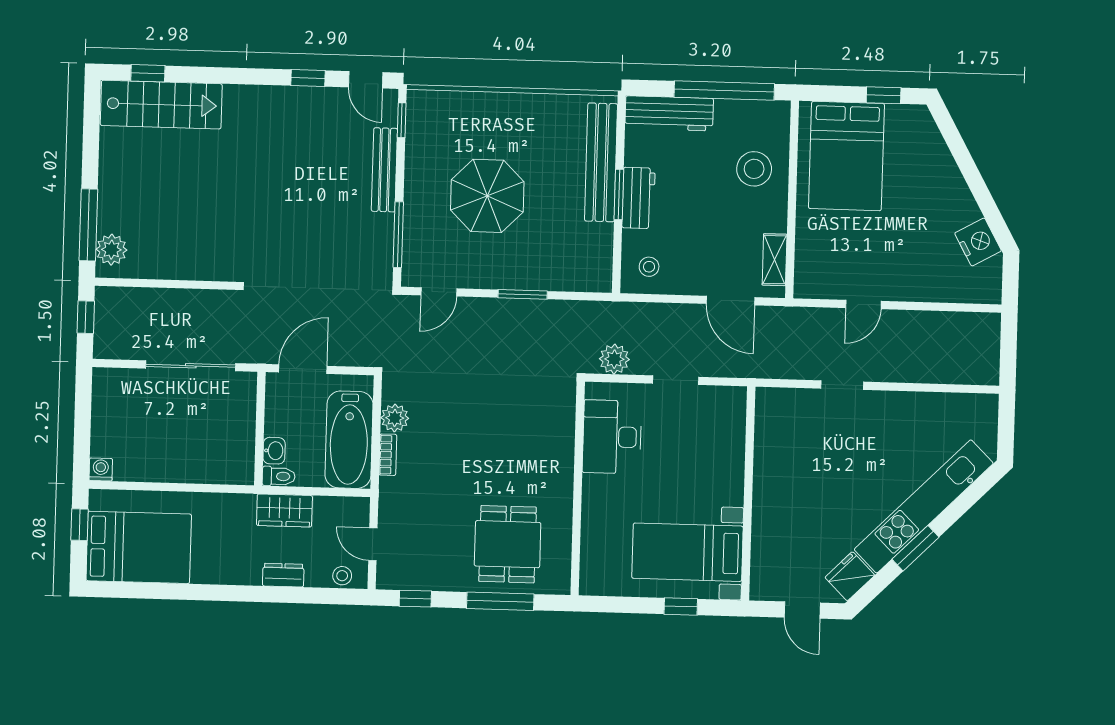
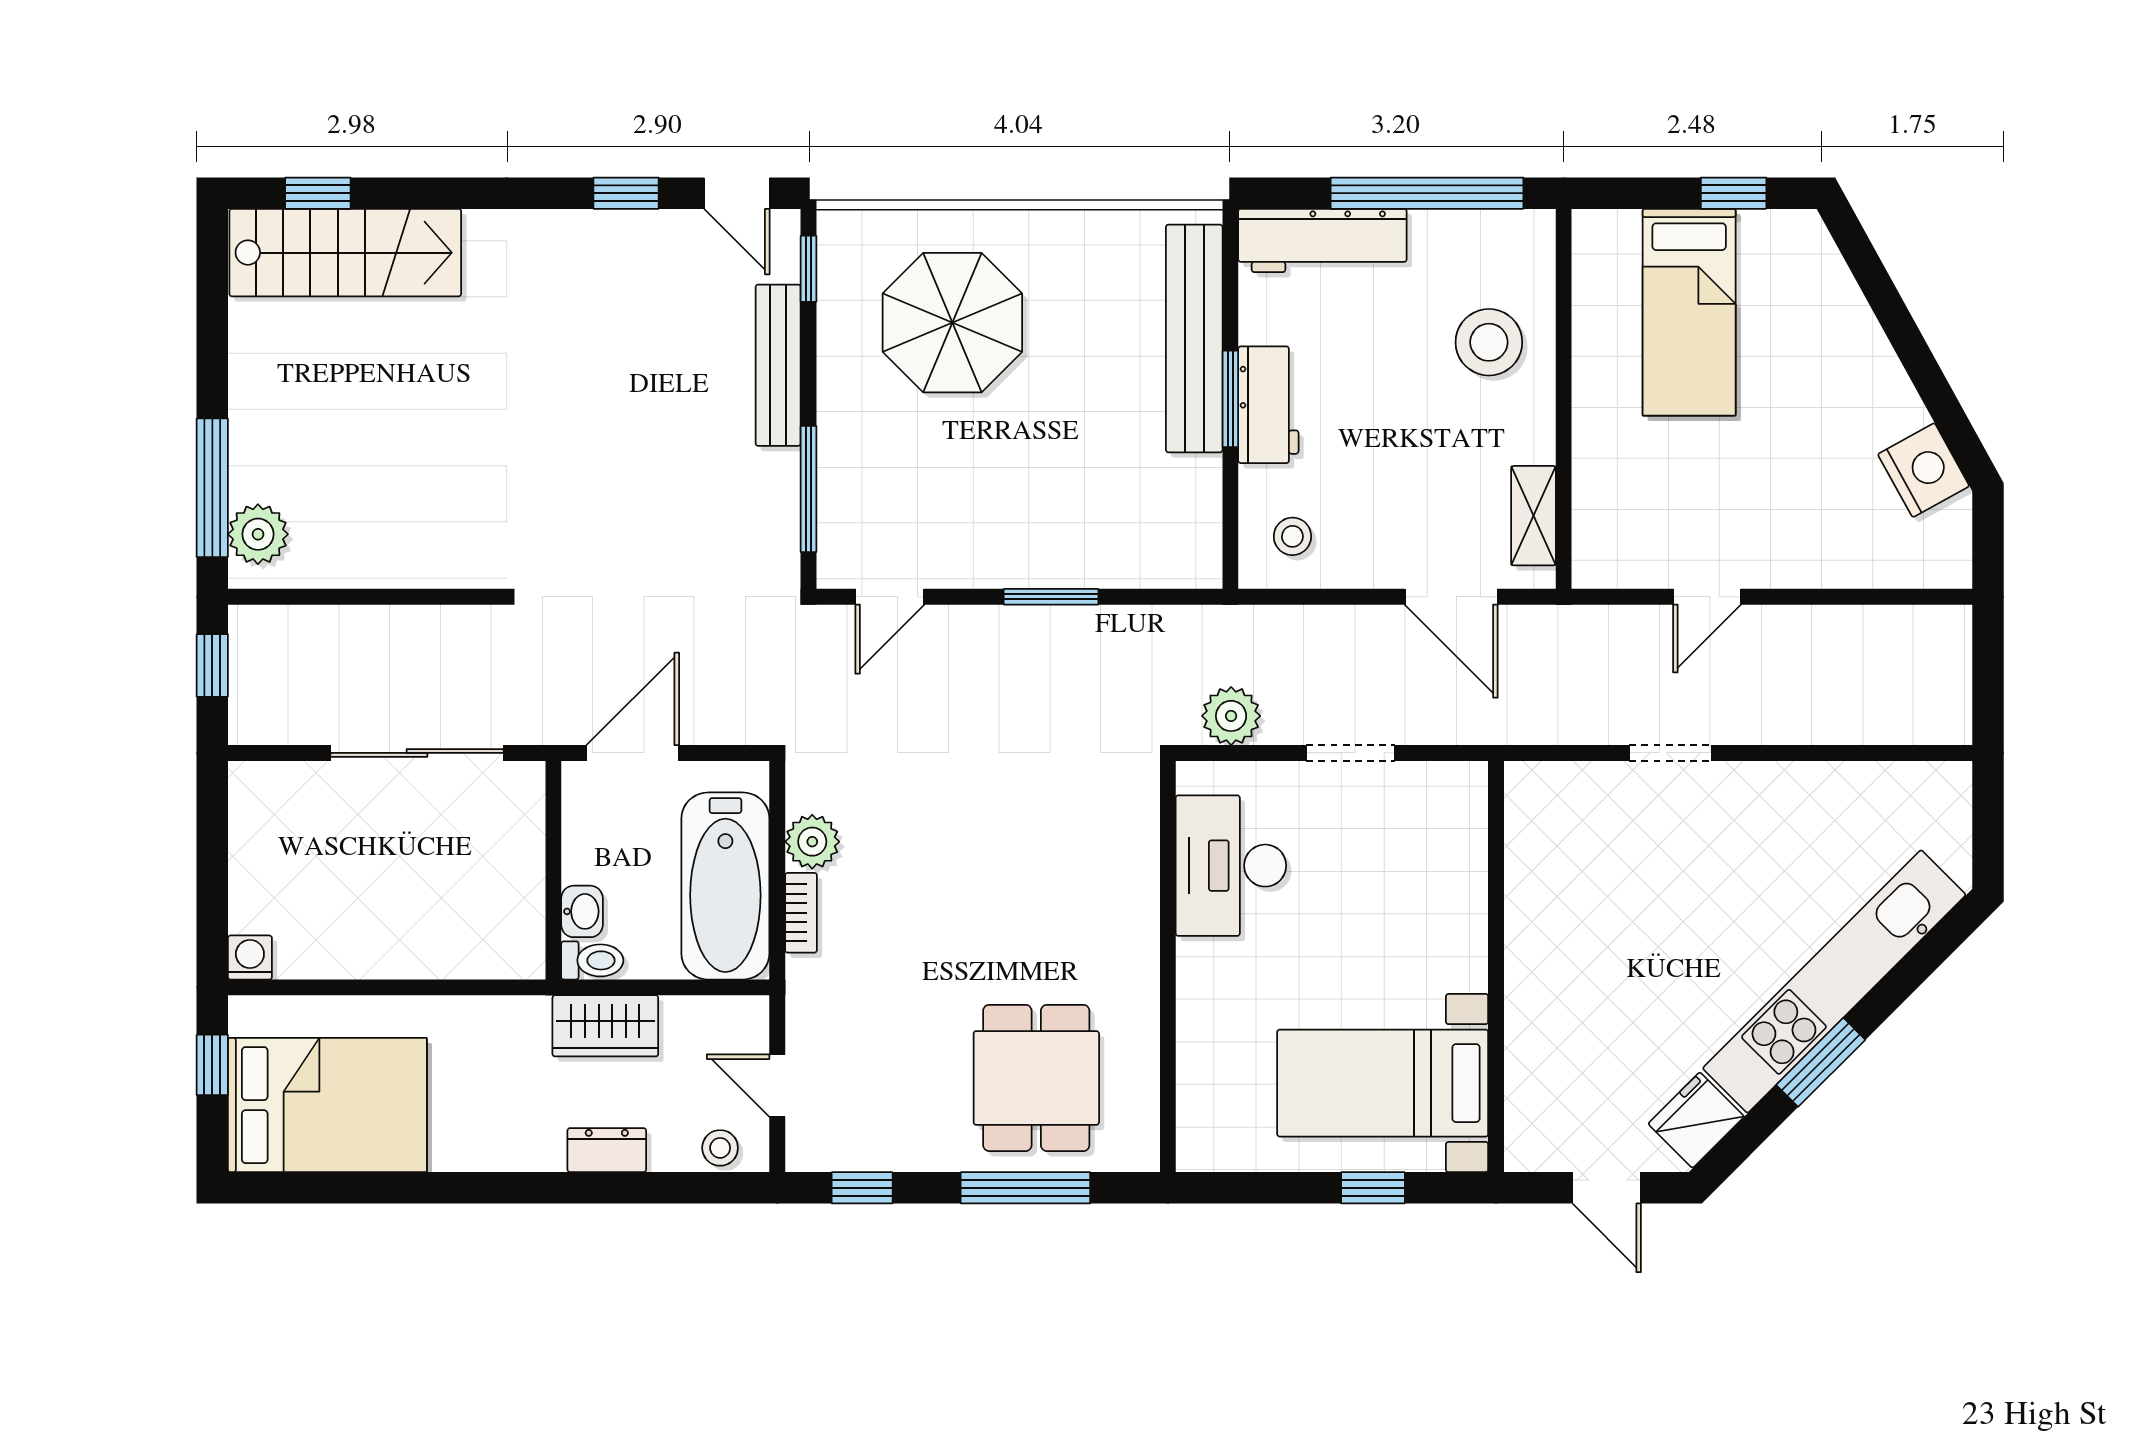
bed: (846, 156) -> (1689, 312), width x0.67
parasol: (487, 196) -> (952, 323), moved

